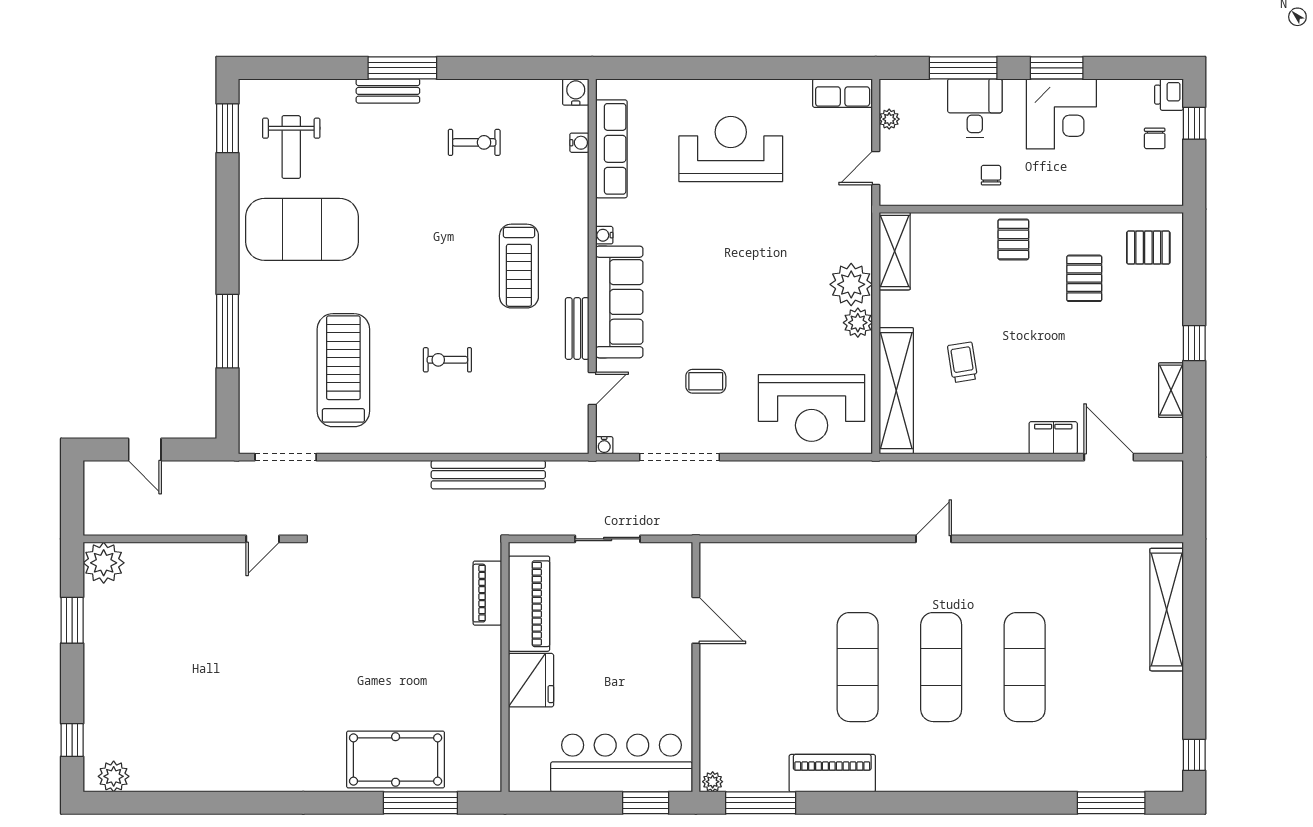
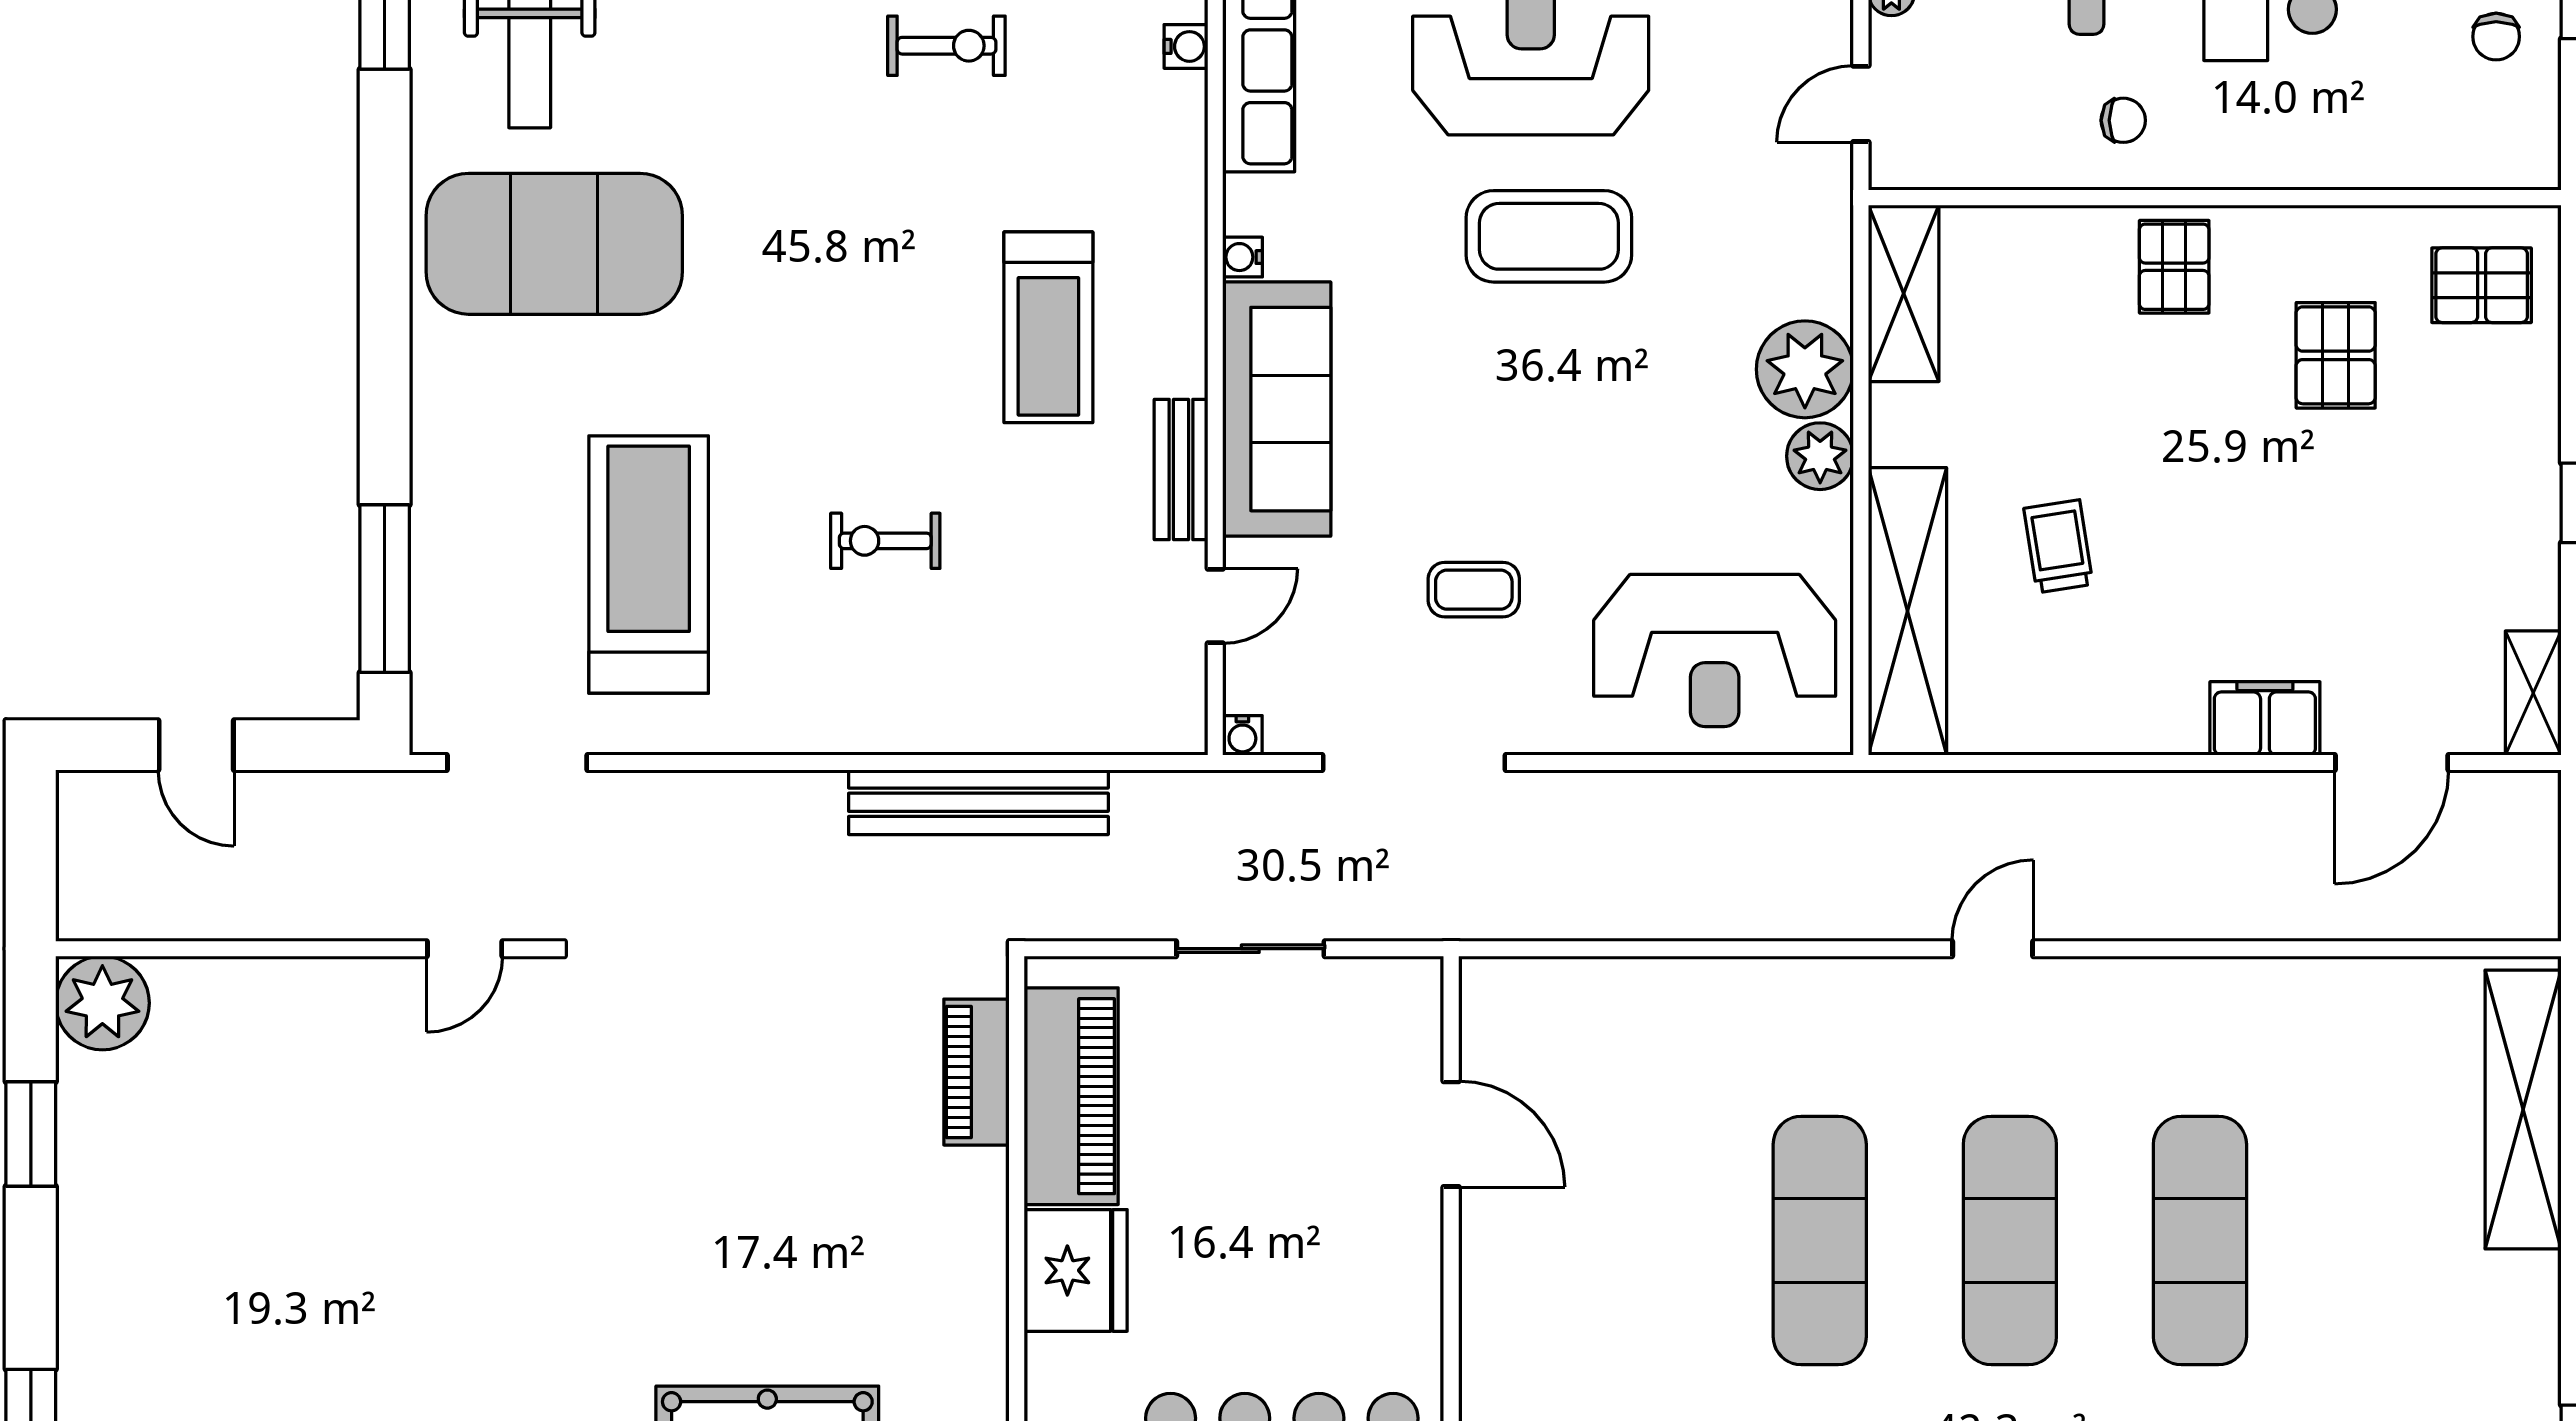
chair: (991, 175) -> (2123, 120), turned 90
coffee table: (739, 226) -> (1549, 236), added
window: (227, 331) -> (385, 589), moved
shelving: (1171, 390) -> (2533, 693), moved
door: (1109, 457) -> (2392, 762), swing flipped

